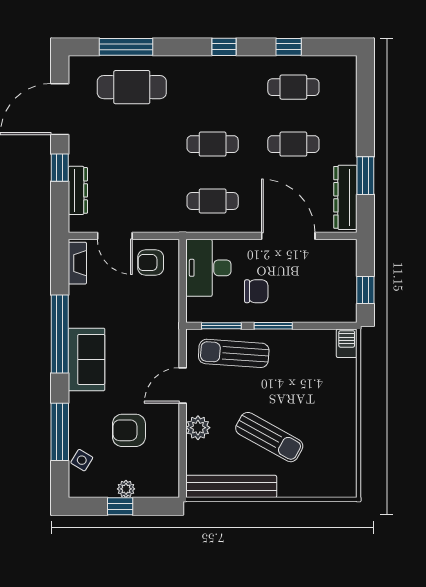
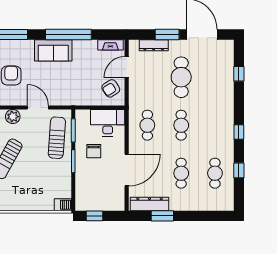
window: (126, 47) -> (239, 74), width x0.46
cafe table: (132, 87) -> (181, 77), moved
window: (60, 168) -> (167, 34), width x1.50
armchair: (151, 263) -> (111, 88), turned -123

